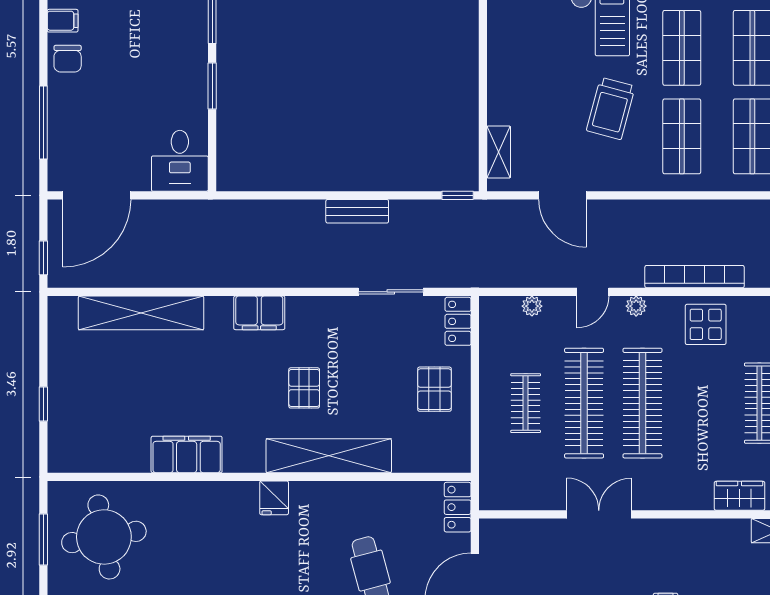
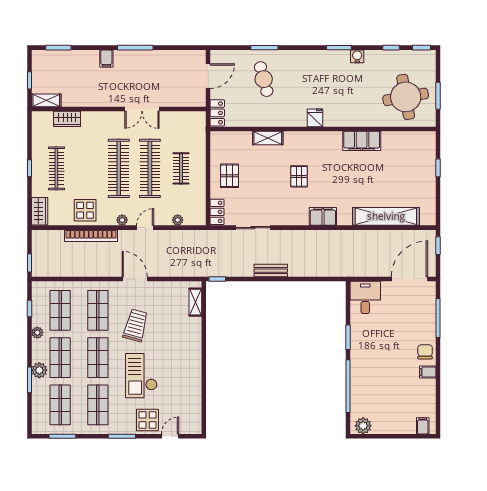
door: (562, 195) -> (135, 279), moved
shelving: (329, 456) -> (268, 138), width x0.45, depth x0.75

